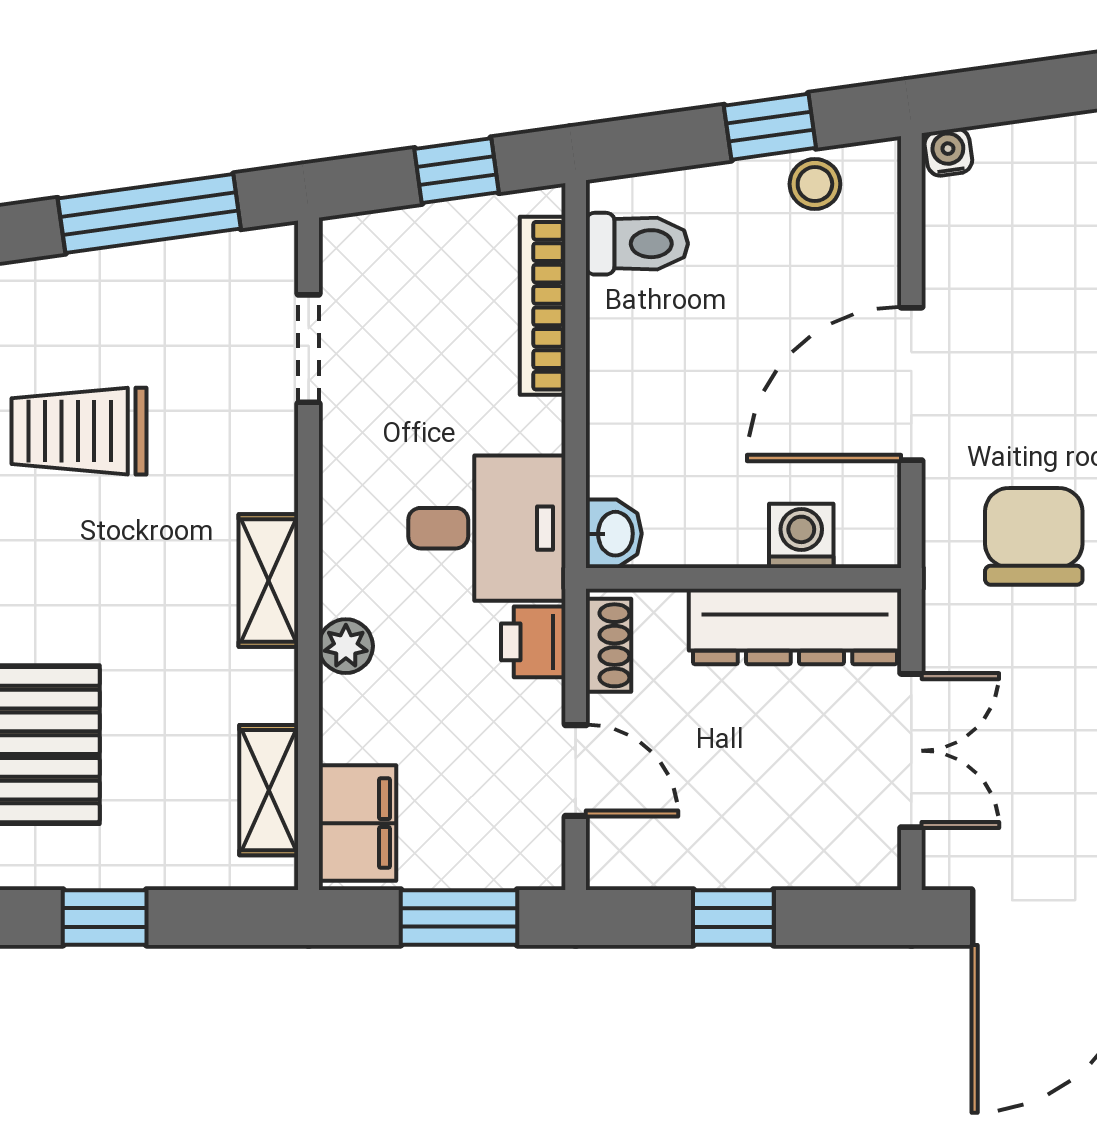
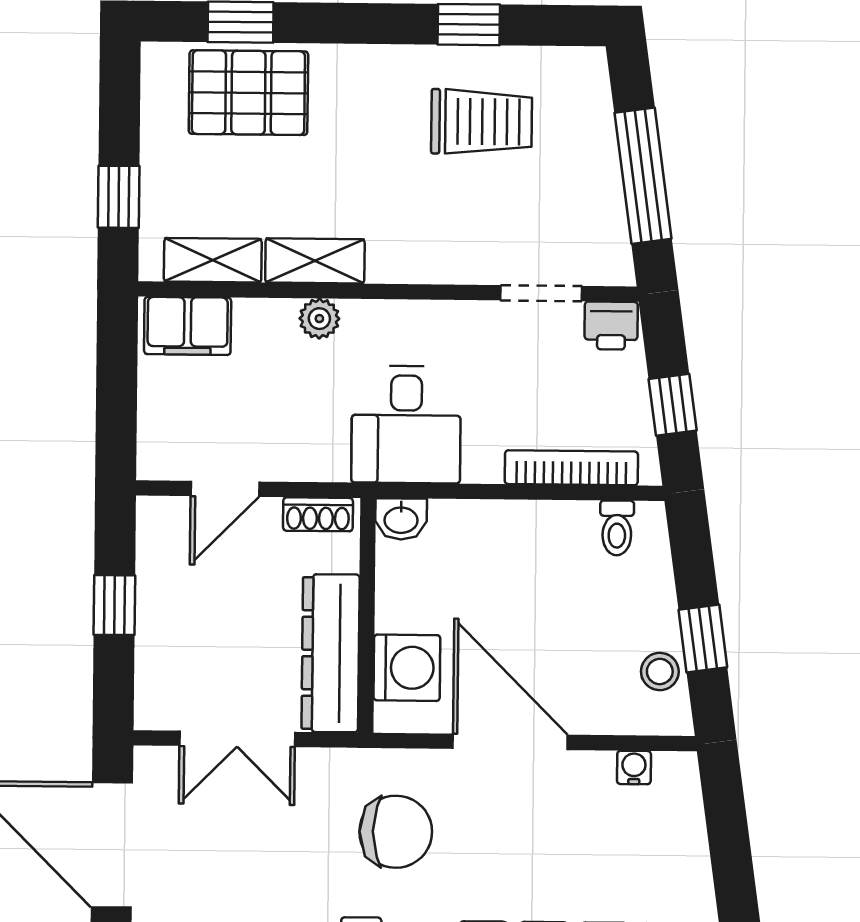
water cooler: (948, 152) -> (634, 767), moved, turned -82
toilet: (637, 244) -> (617, 528), width x0.73, depth x0.72
trolley: (79, 431) -> (482, 122), turned 90
washing machine: (801, 536) -> (407, 668), width x1.38, depth x1.38
shelving: (268, 581) -> (315, 261), moved
printer: (533, 642) -> (611, 326), moved, turned 180
window: (105, 917) -> (119, 197), moved
window: (459, 917) -> (116, 401), removed

